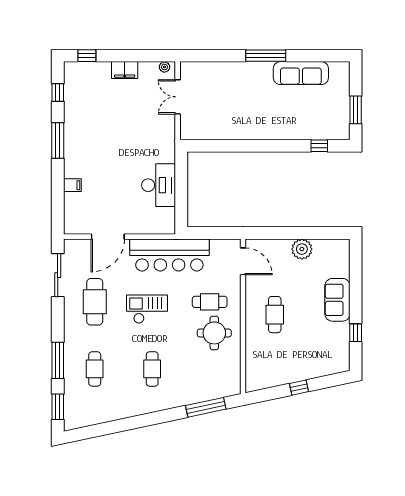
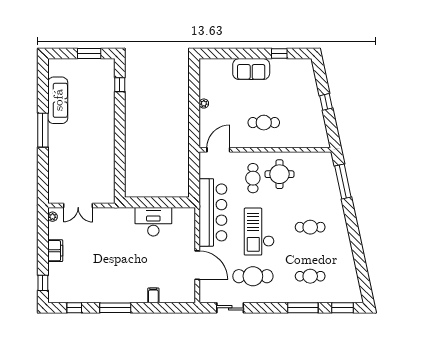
plant: (302, 249) -> (204, 104), width x0.53, depth x0.53
sliding door: (58, 275) -> (230, 308), width x0.73
checkout: (147, 309) -> (259, 232), width x1.36, depth x1.21

